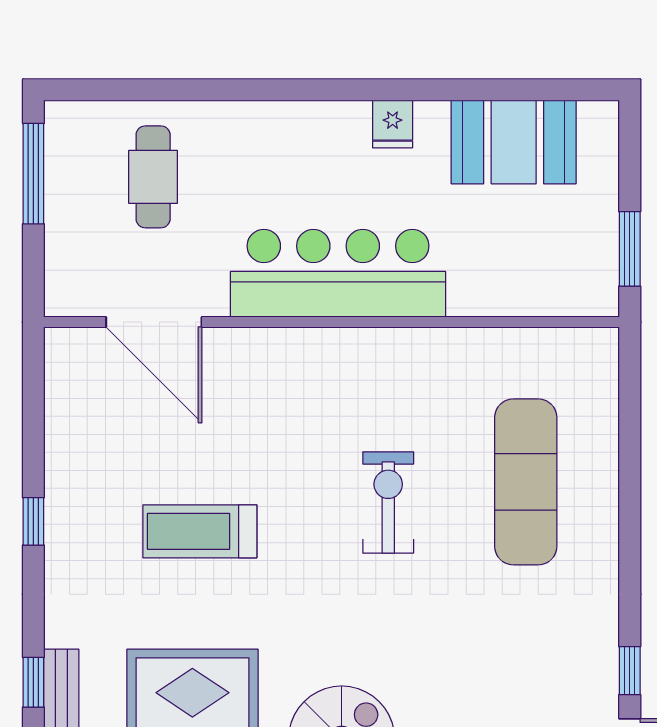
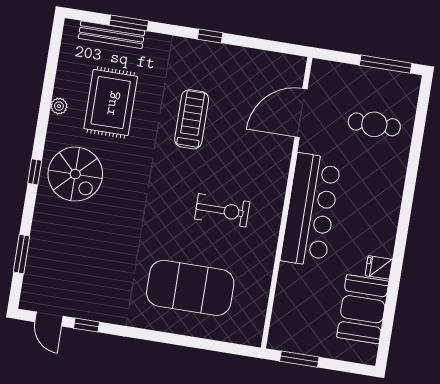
fridge: (393, 124) -> (379, 267), moved
exercise mat: (526, 482) -> (190, 288), width x1.47
exercise bike: (388, 503) -> (222, 210), moved
window: (33, 682) -> (129, 23), width x1.50

